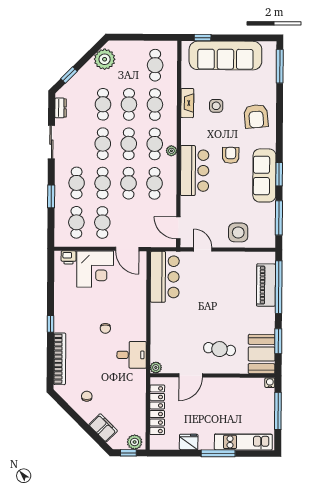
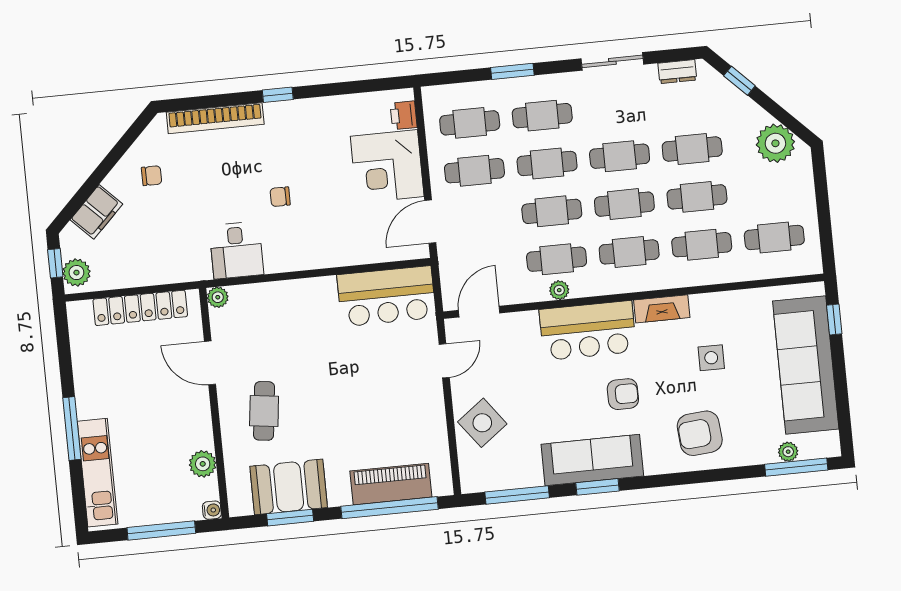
plant: (271, 70) -> (788, 452), added
fireplace: (187, 103) -> (662, 309), moved
plant: (171, 151) -> (559, 290), moved
side table: (238, 232) -> (482, 423), turned -37
booth: (262, 354) -> (289, 487), moved
plant: (244, 385) -> (203, 464), added
fridge: (189, 442) -> (87, 372), removed

